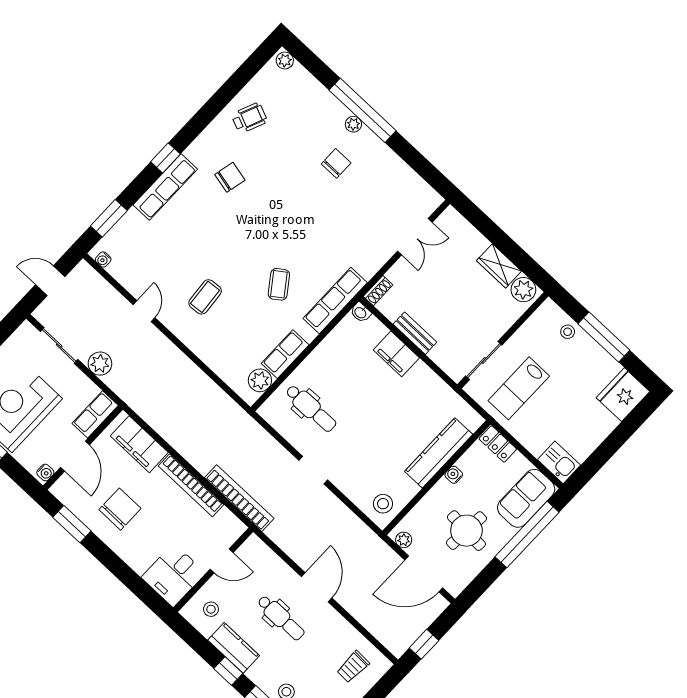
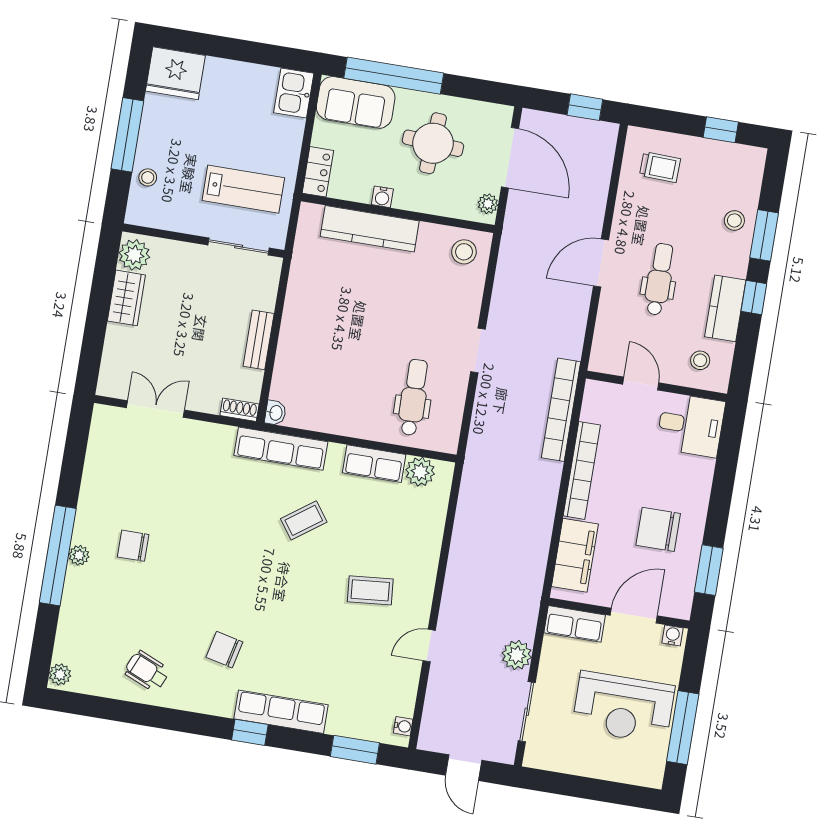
filing cabinet: (396, 354) -> (294, 345), removed

